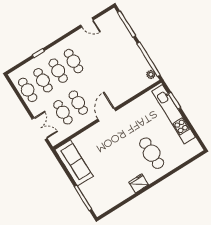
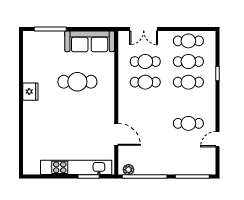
cafe table: (73, 61) -> (188, 123), moved
door: (107, 115) -> (116, 134), moved
cafe table: (152, 153) -> (77, 82), moved

